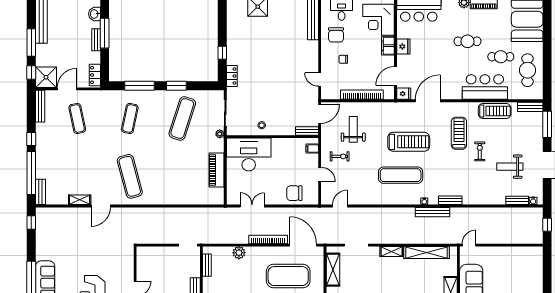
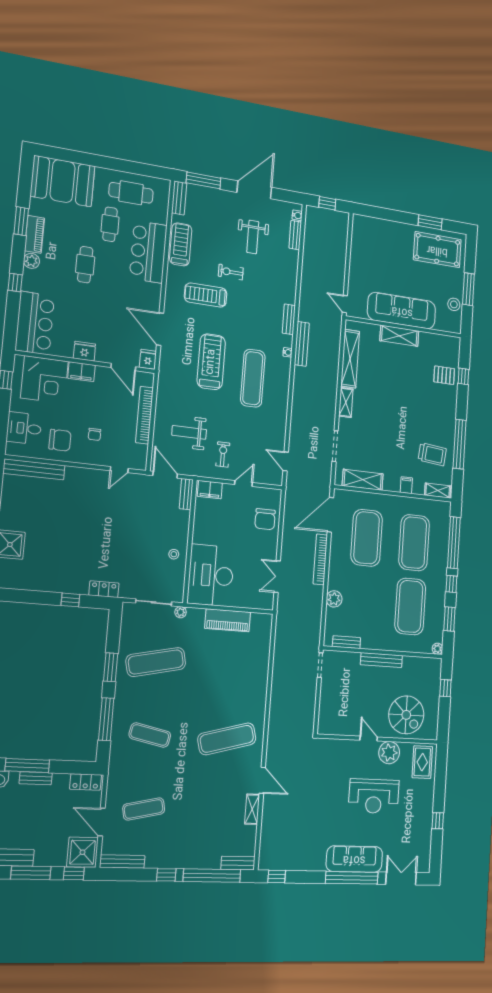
exercise mat: (182, 118) -> (156, 662), turned -30
filing cabinet: (312, 149) -> (210, 490), width x2.00

